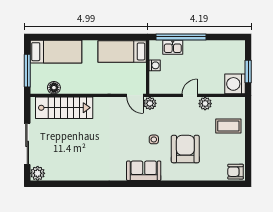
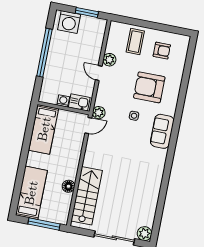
window: (181, 37) -> (44, 53), moved
kitchen sink: (173, 47) -> (79, 102), moved, turned -90
washing machine: (235, 84) -> (69, 22), moved
floor lamp: (54, 88) -> (68, 186), moved
armchair: (236, 172) -> (162, 51), moved, turned -90

